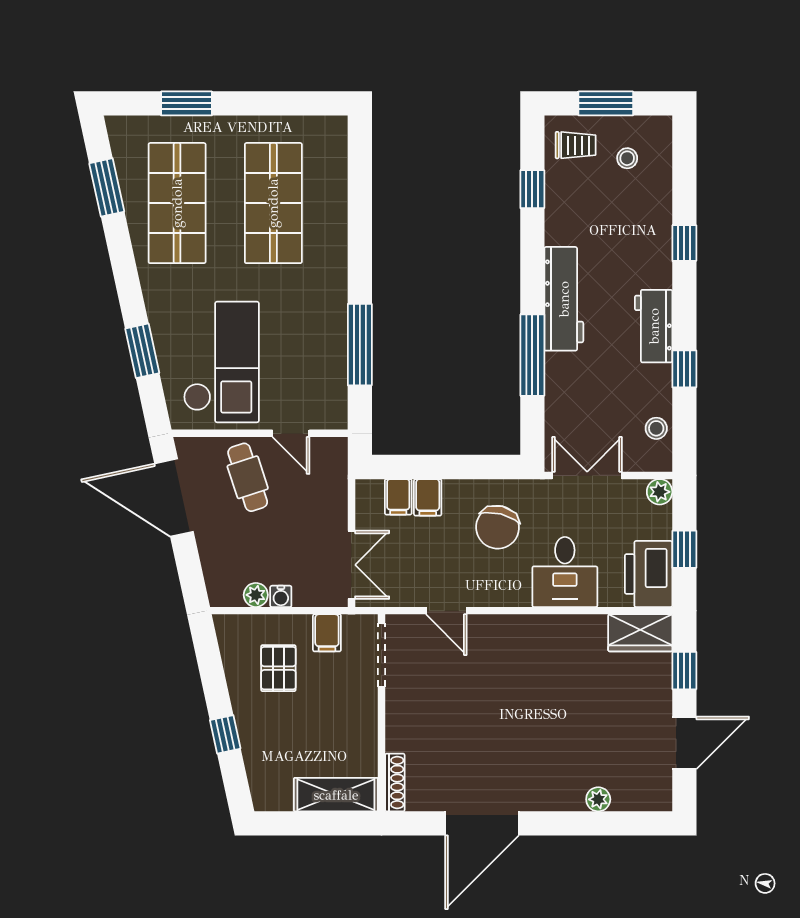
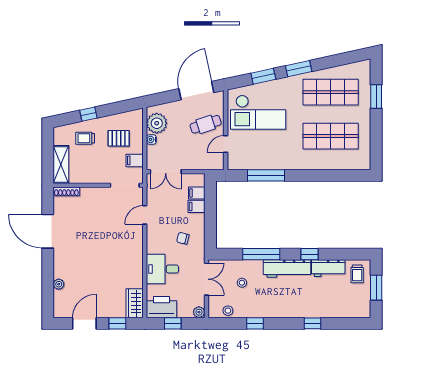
stool: (627, 158) -> (242, 283), moved
window: (107, 187) -> (299, 69), moved
window: (532, 189) -> (310, 254), moved
workbench: (654, 326) -> (328, 268), moved, turned 180
chair: (498, 527) -> (183, 238), width x0.54, depth x0.54
plant: (256, 595) -> (157, 123), width x1.87, depth x1.87
trolley: (278, 741) -> (85, 138), added
door: (684, 743) -> (84, 323), swing flipped

